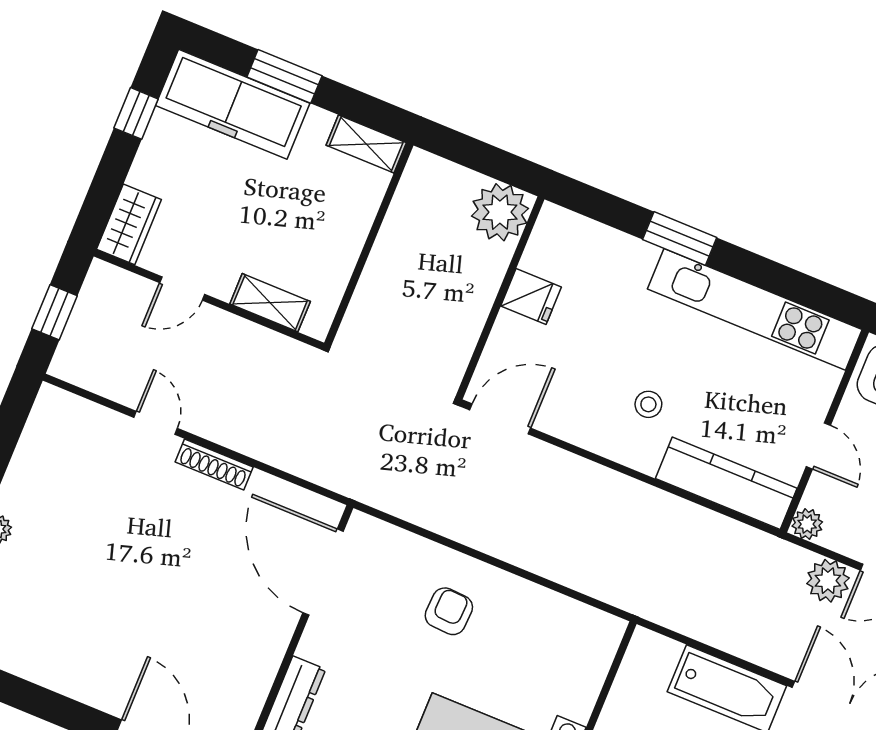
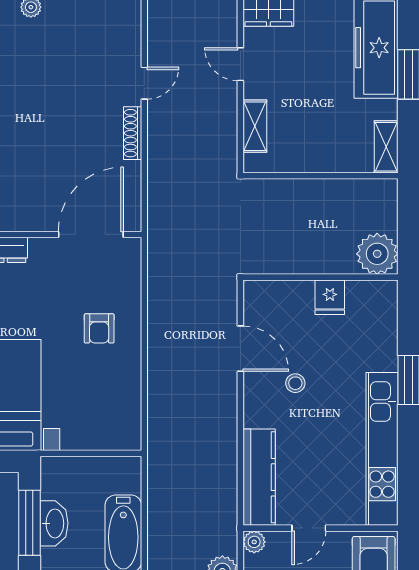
stool: (648, 404) -> (295, 383), moved
door: (500, 419) -> (240, 349), moved
armchair: (449, 611) -> (99, 328), turned 87

